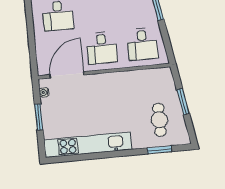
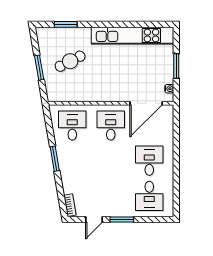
cafe table: (159, 120) -> (70, 61), moved, turned 63

